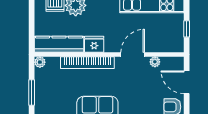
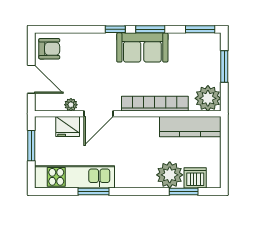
window: (187, 29) -> (31, 146), width x1.50
fridge: (94, 44) -> (68, 126), moved
plant: (40, 62) -> (208, 98), width x1.87, depth x1.87

